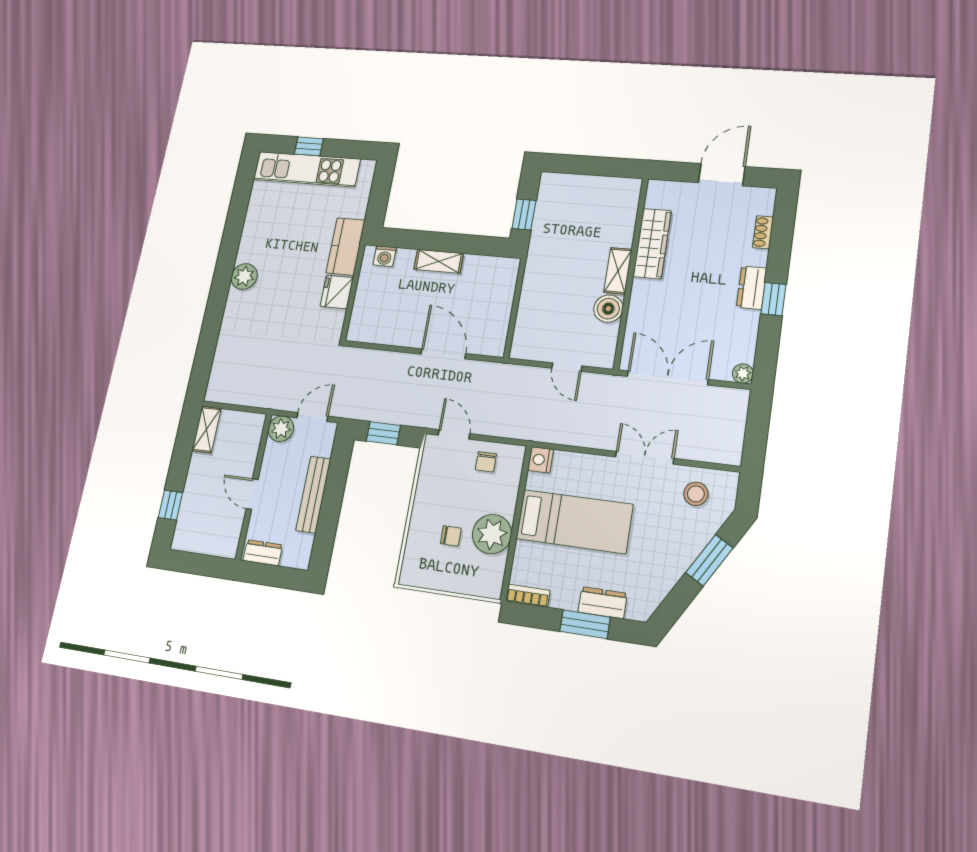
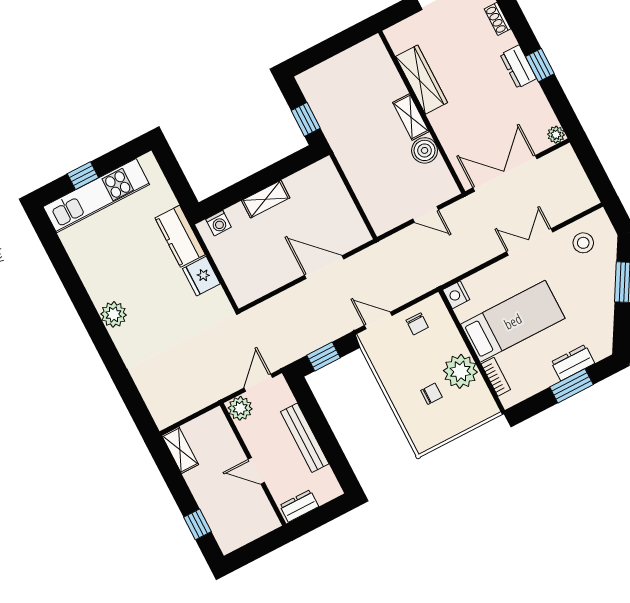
bookcase: (528, 596) -> (496, 377), moved, turned 90

